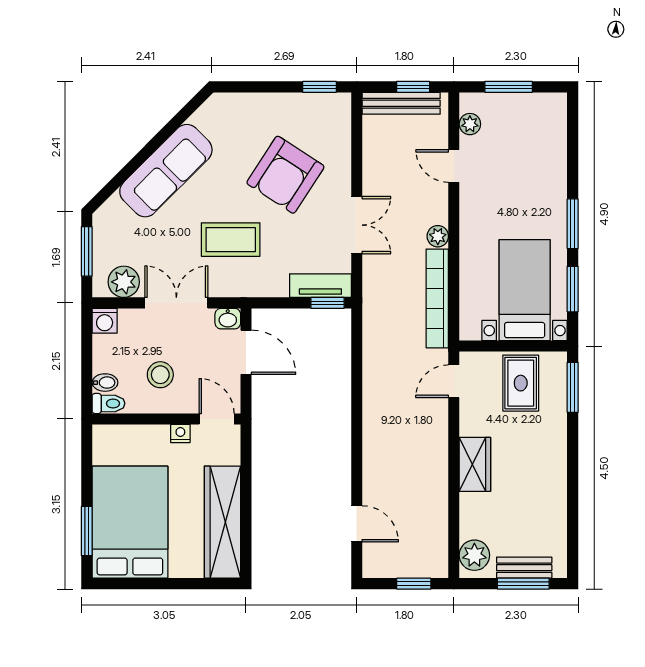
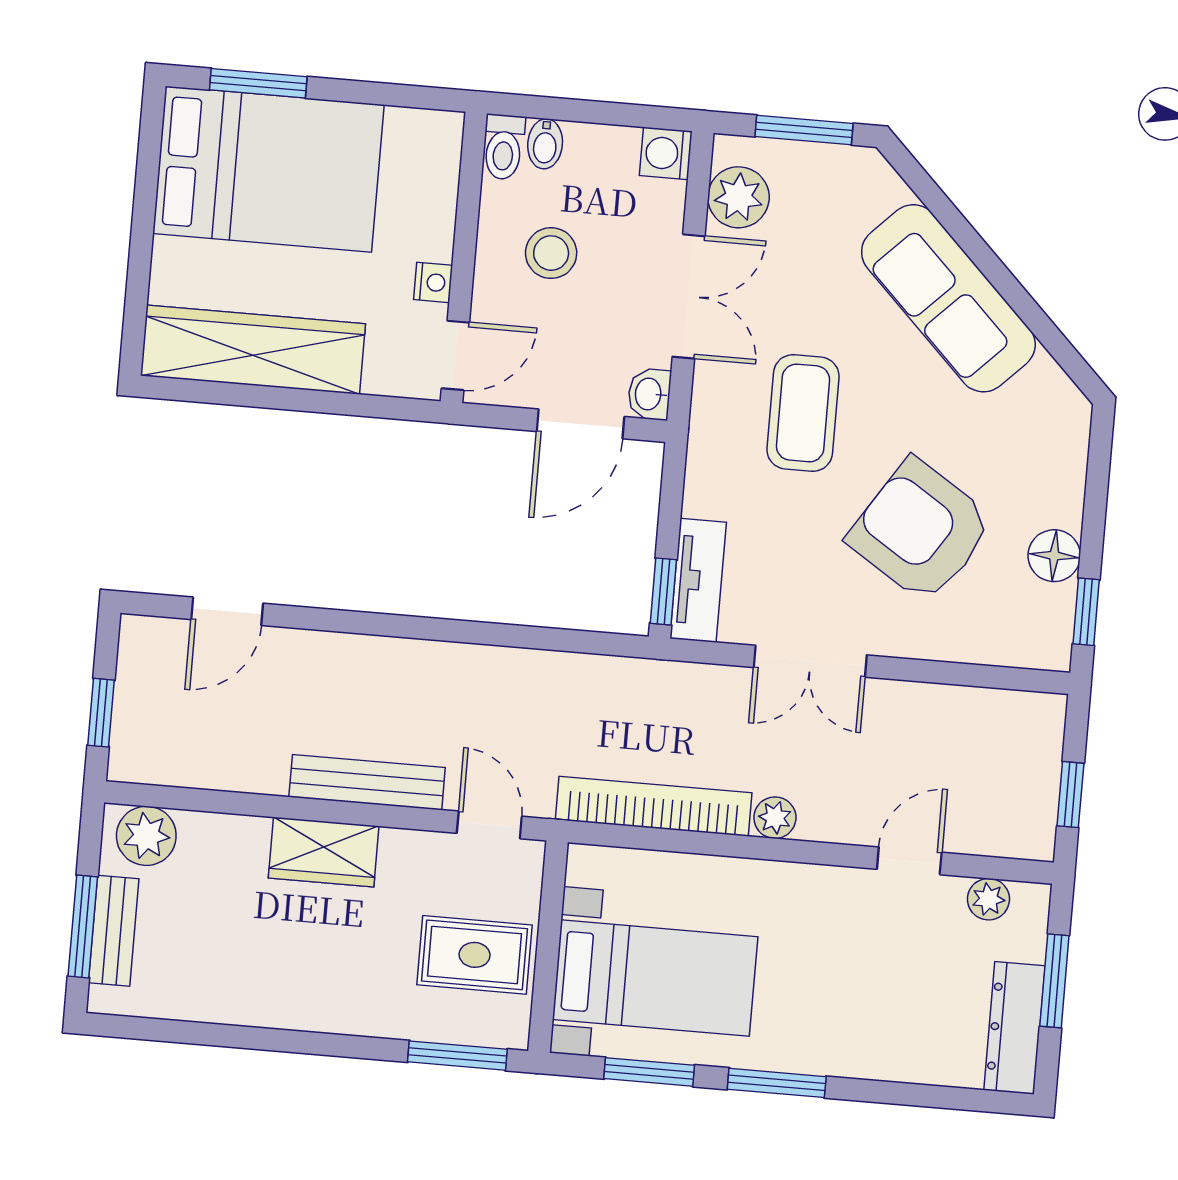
bench: (401, 103) -> (367, 782), moved, turned 90
dresser: (534, 105) -> (1014, 1028), added
floor lamp: (292, 106) -> (1054, 556), added

